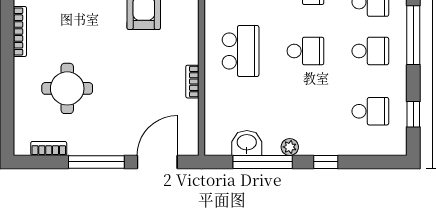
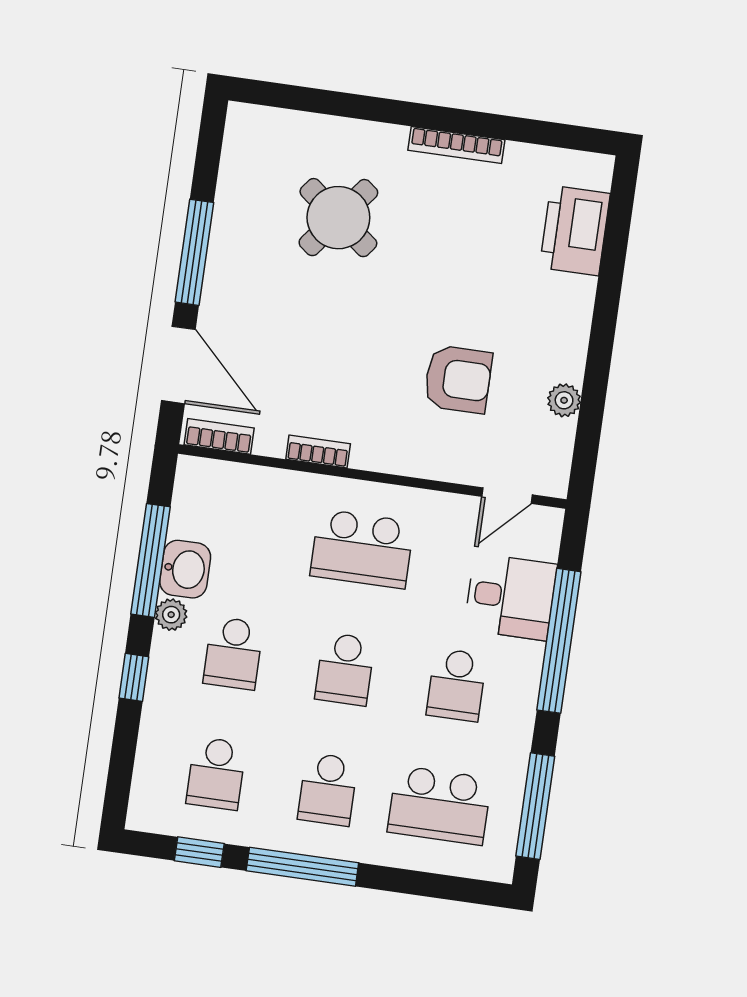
window: (413, 35) -> (302, 867), moved
round table: (67, 88) -> (338, 218), turned 38
school desk: (305, 111) -> (233, 653), added
washbasin: (247, 143) -> (185, 569), moved
bookcase: (49, 148) -> (219, 436), moved, turned -90

